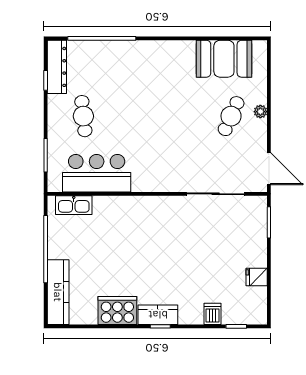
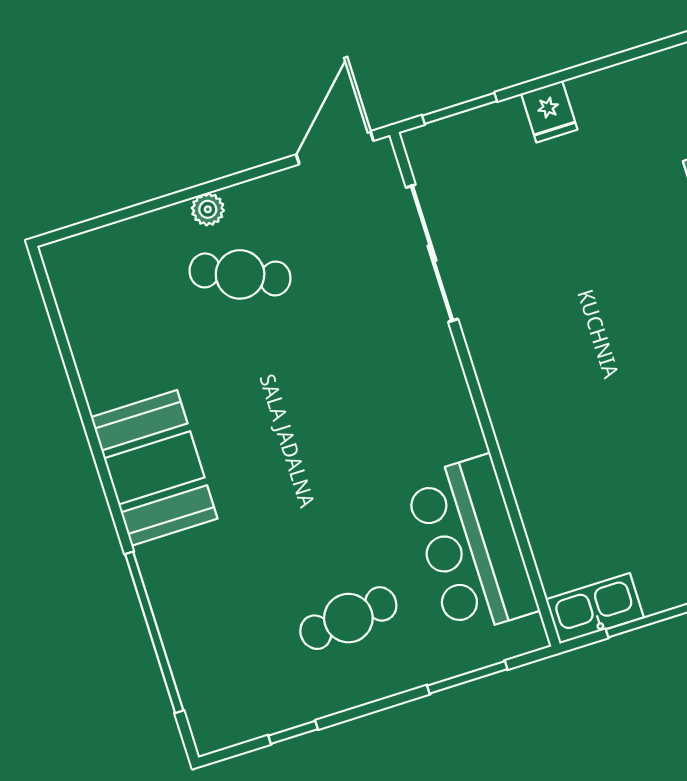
booth: (224, 59) -> (154, 468), moved
dresser: (57, 67) -> (253, 716), removed
kitchen sink: (74, 205) -> (595, 608), moved, turned -90
fridge: (257, 277) -> (549, 112), moved

